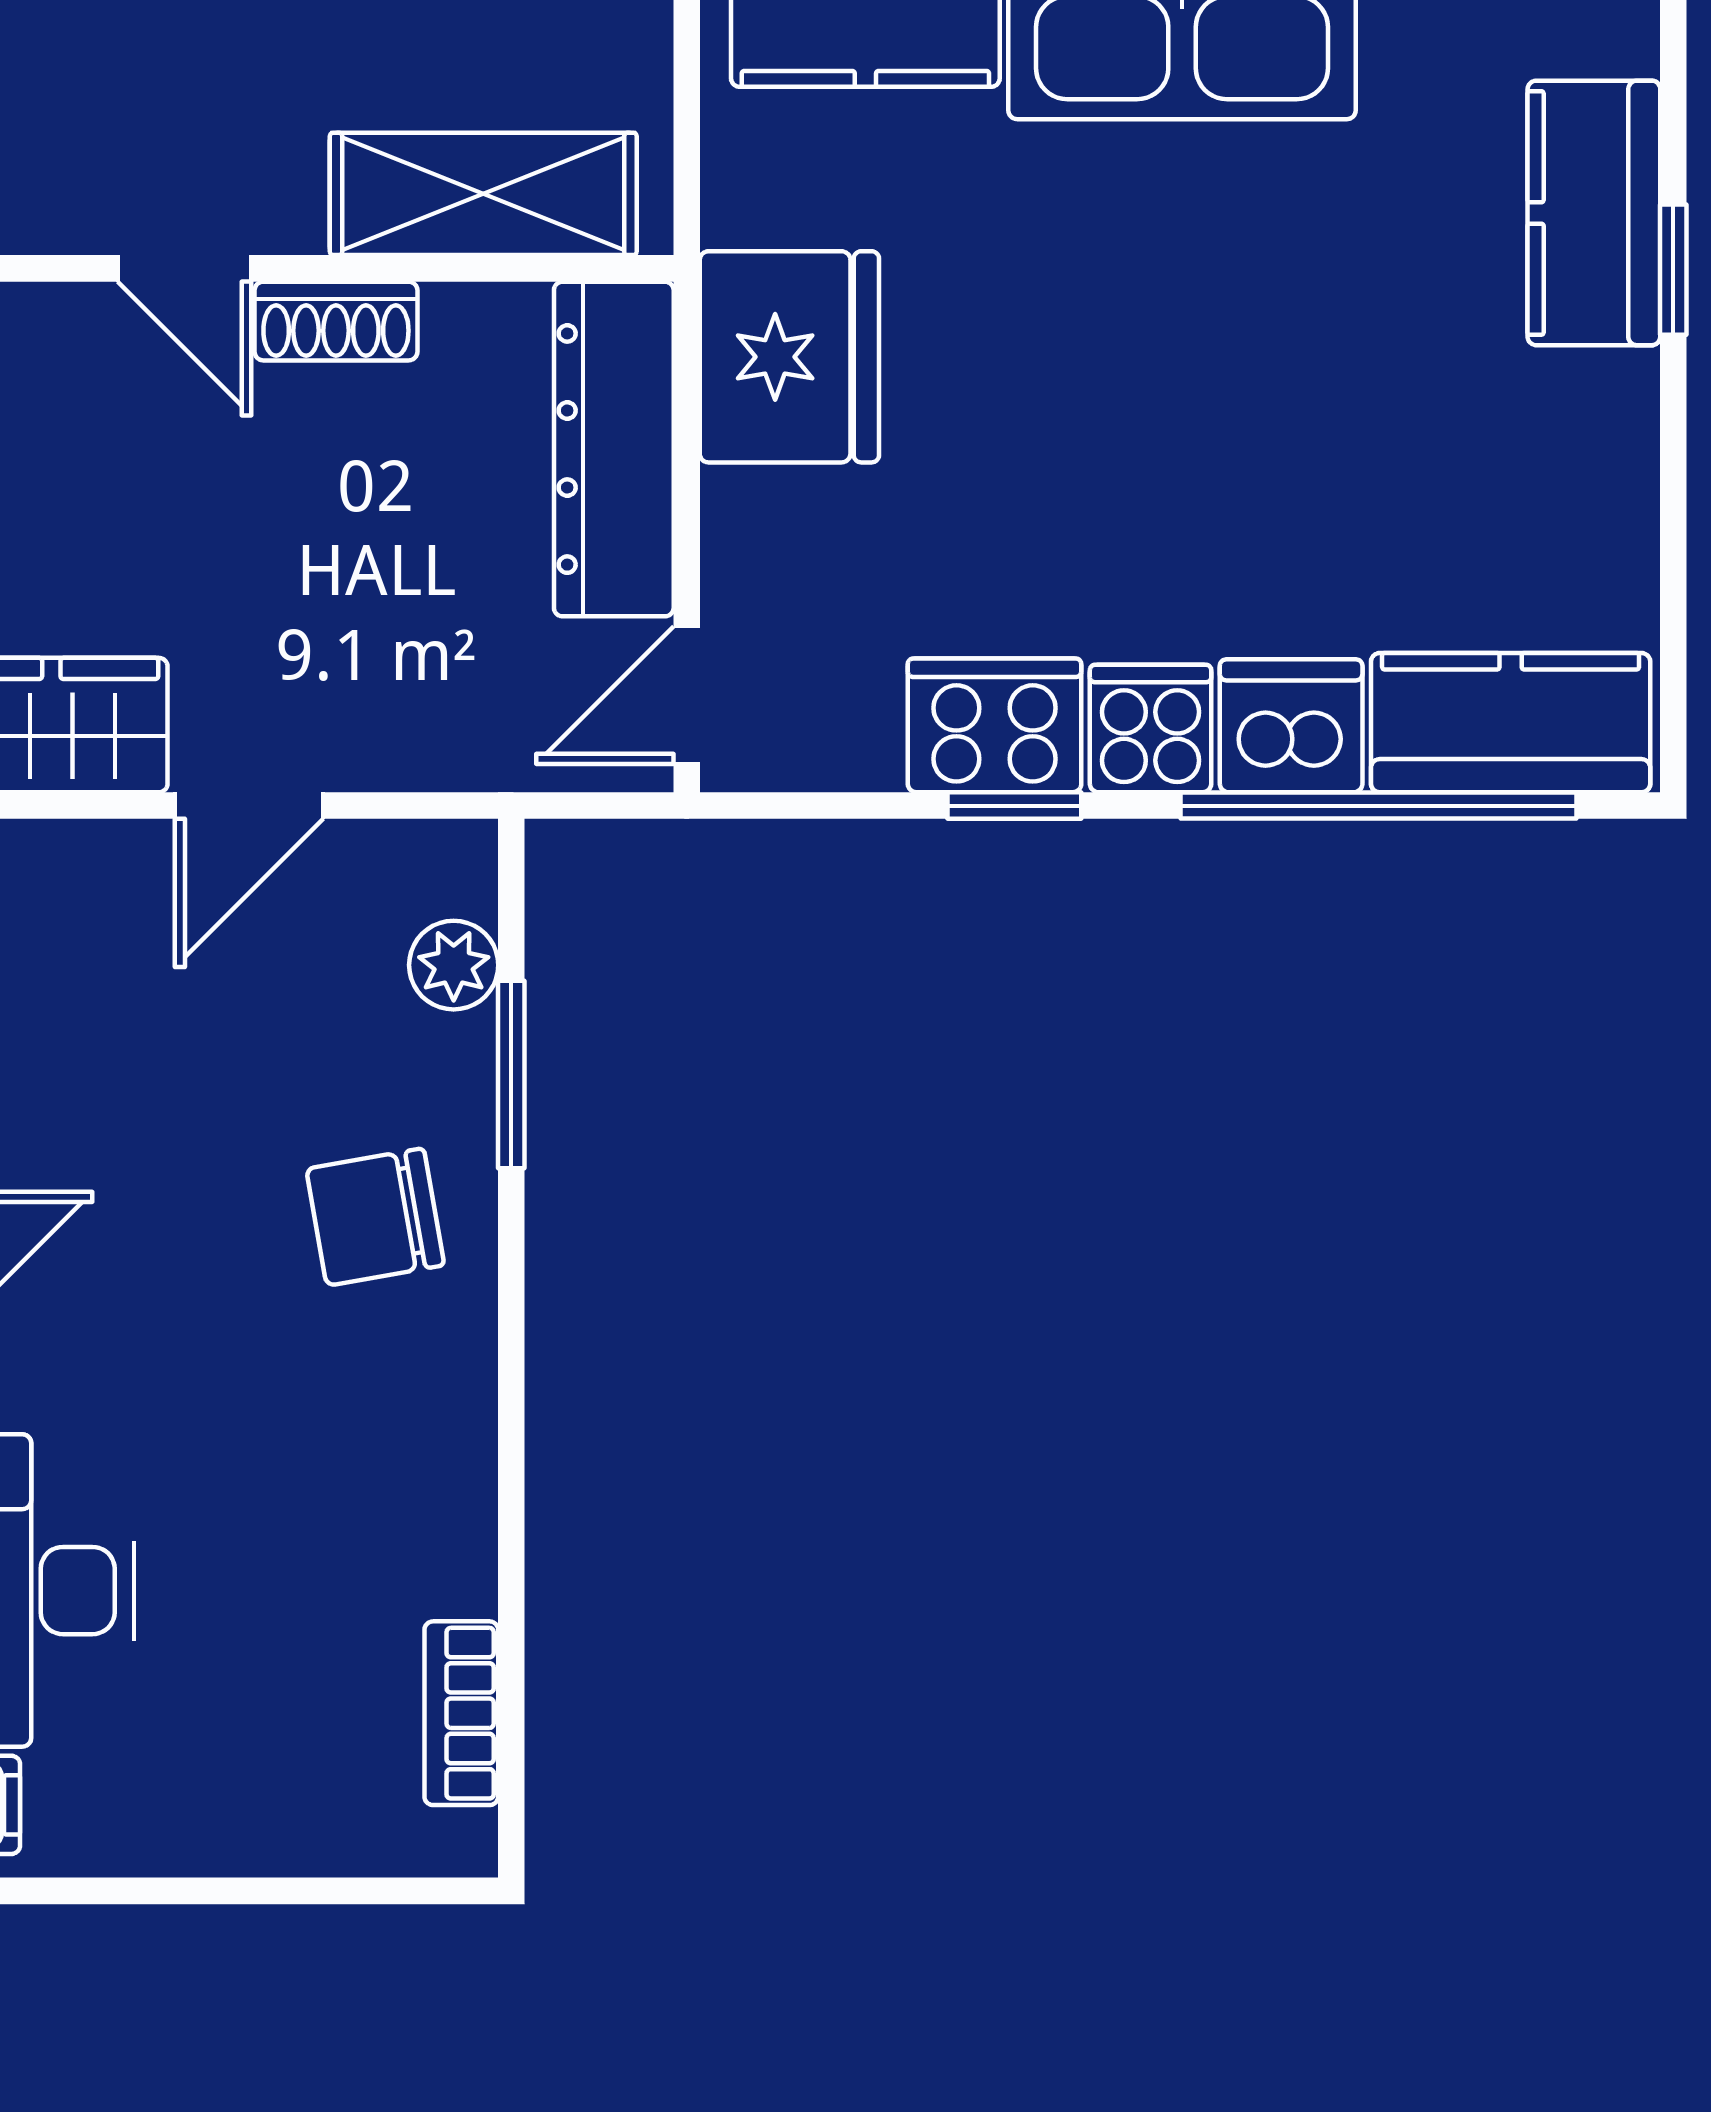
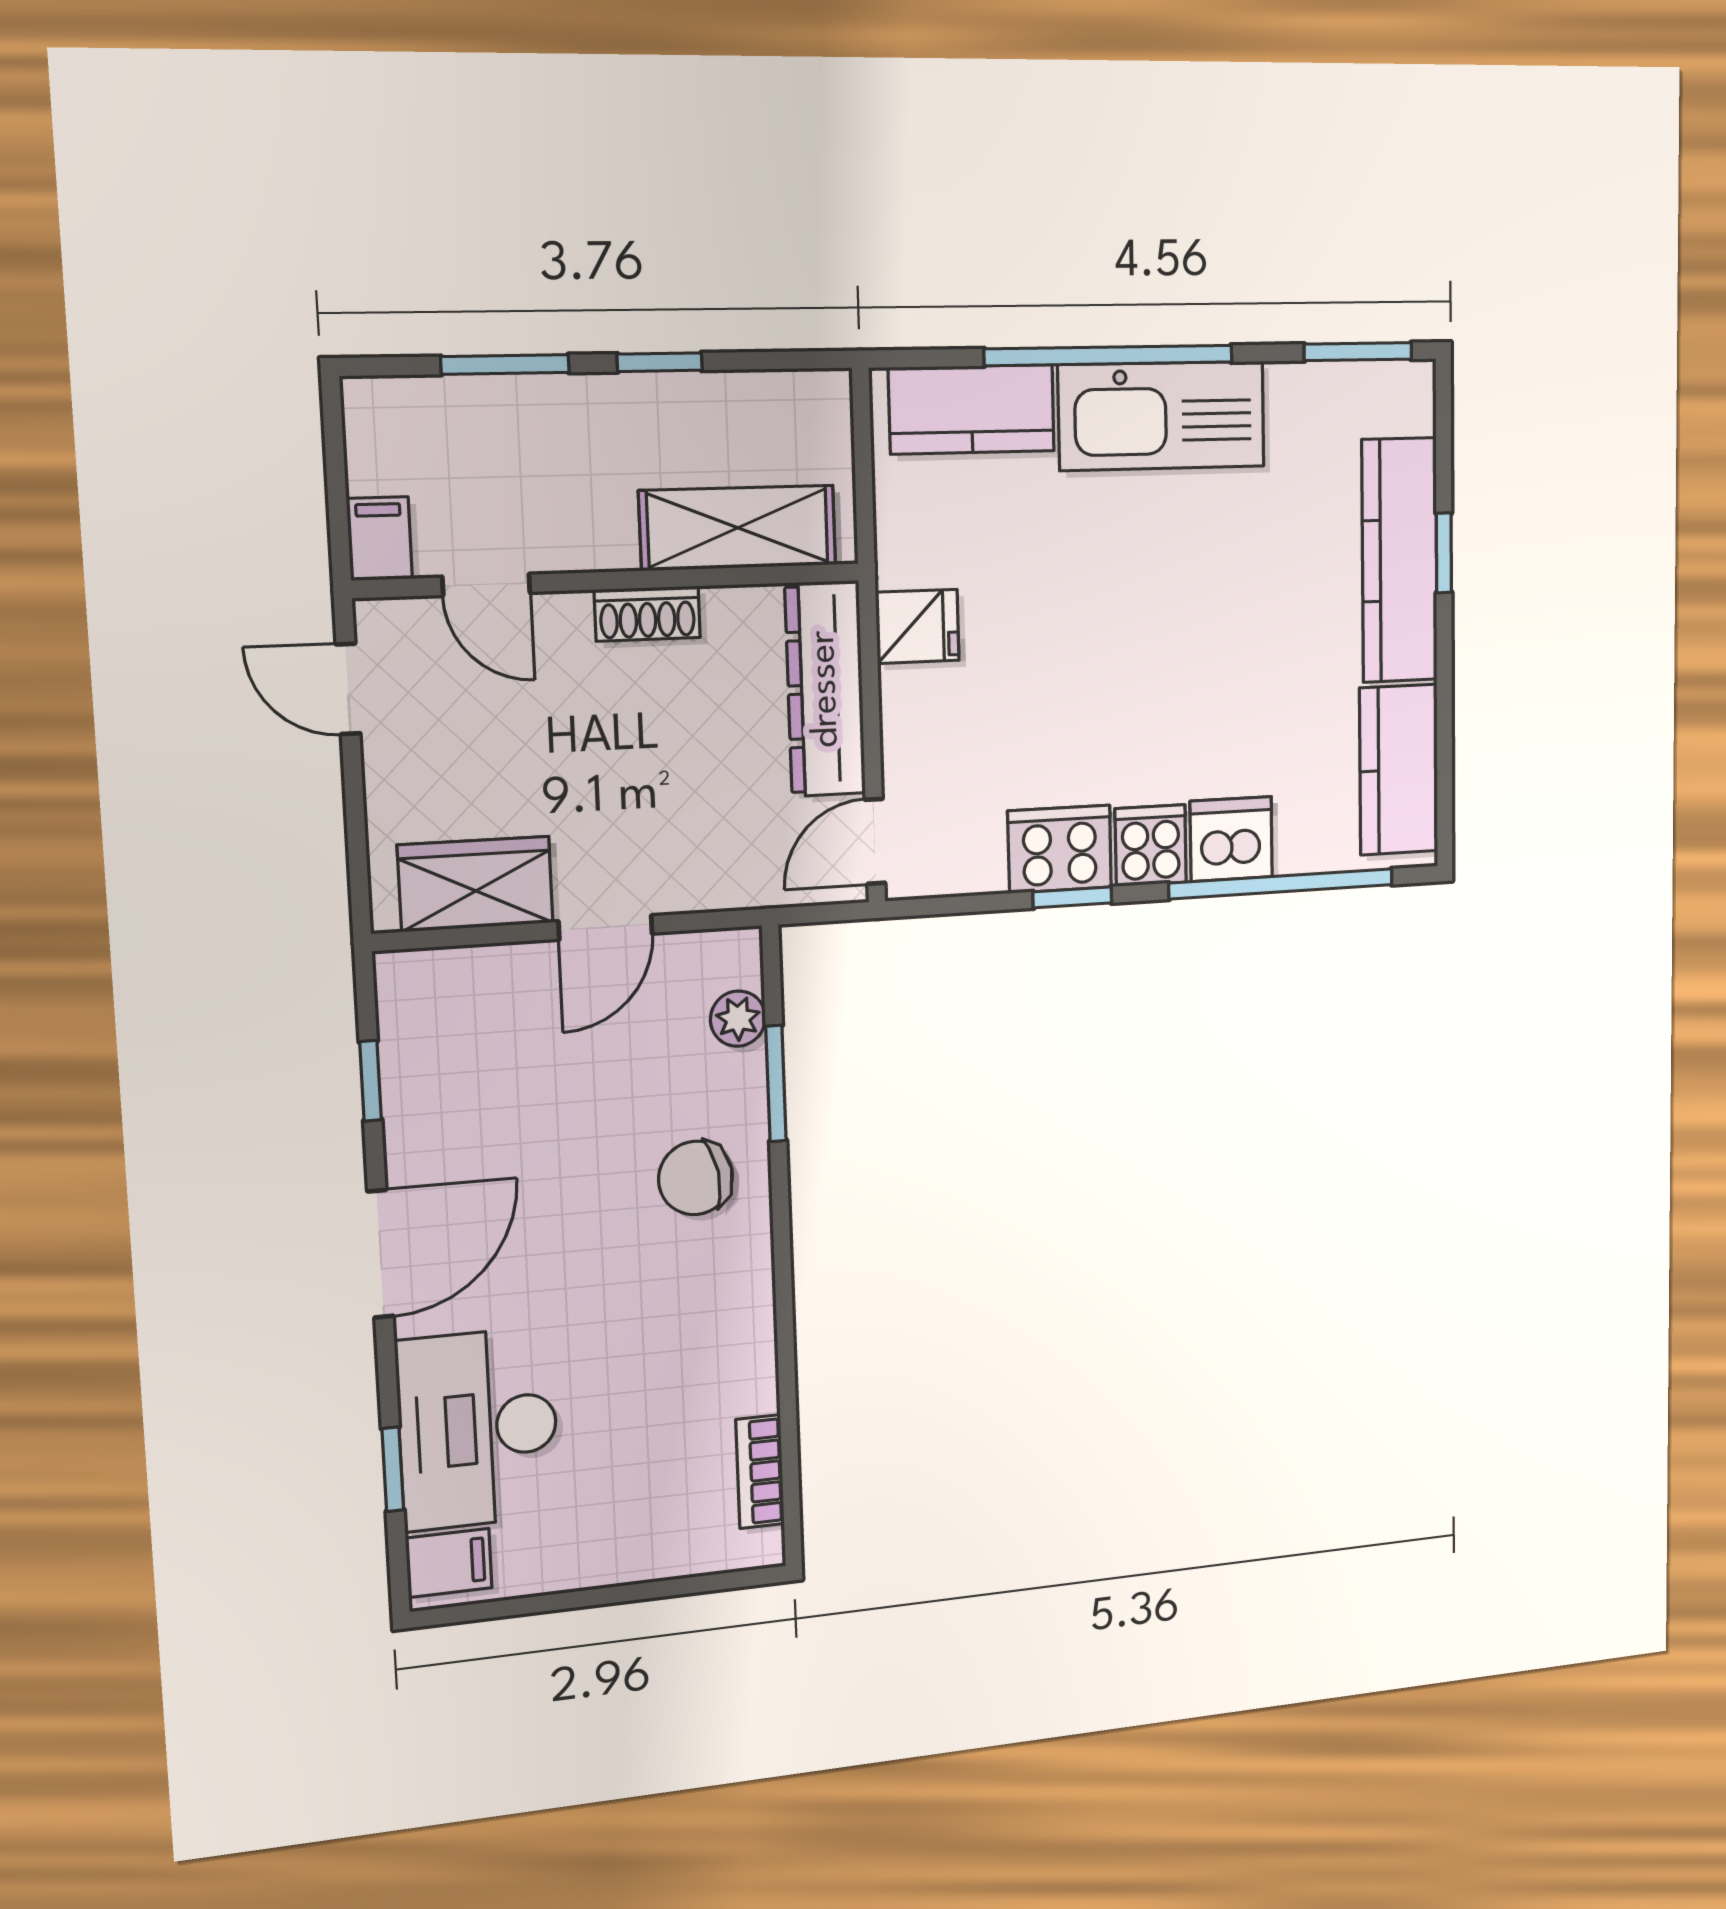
kitchen counter: (1594, 213) -> (1400, 560), width x1.50
door: (185, 268) -> (486, 585), moved
fridge: (789, 357) -> (917, 626), width x0.53, depth x0.75
kitchen counter: (1511, 723) -> (1399, 770), moved, turned -90

